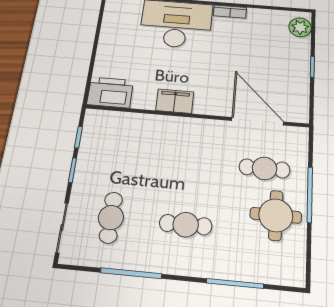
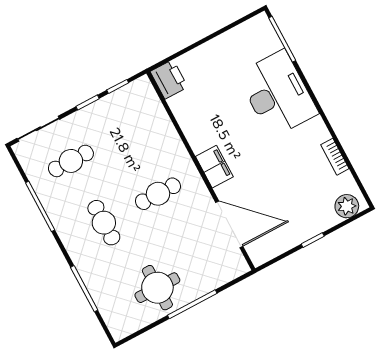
bookcase: (230, 12) -> (335, 157), moved
printer: (110, 92) -> (169, 79), width x0.73, depth x0.84
filing cabinet: (175, 101) -> (214, 167), moved
door: (258, 121) -> (229, 224), hinge flipped
cafe table: (265, 168) -> (158, 194), moved, turned 90

